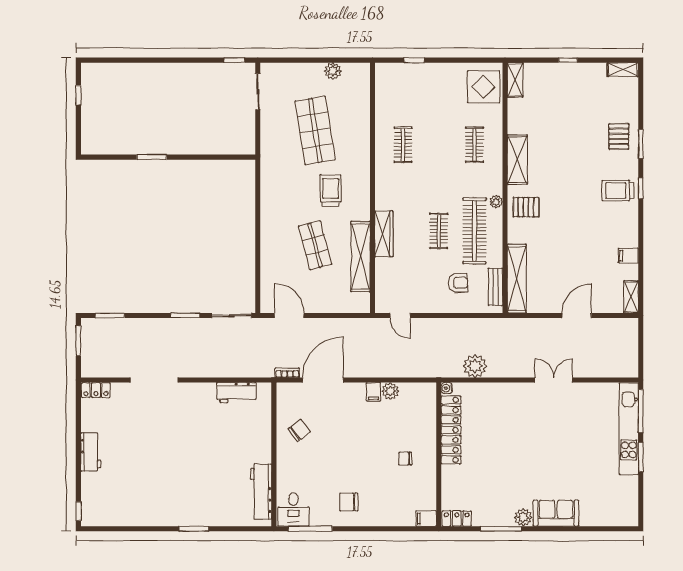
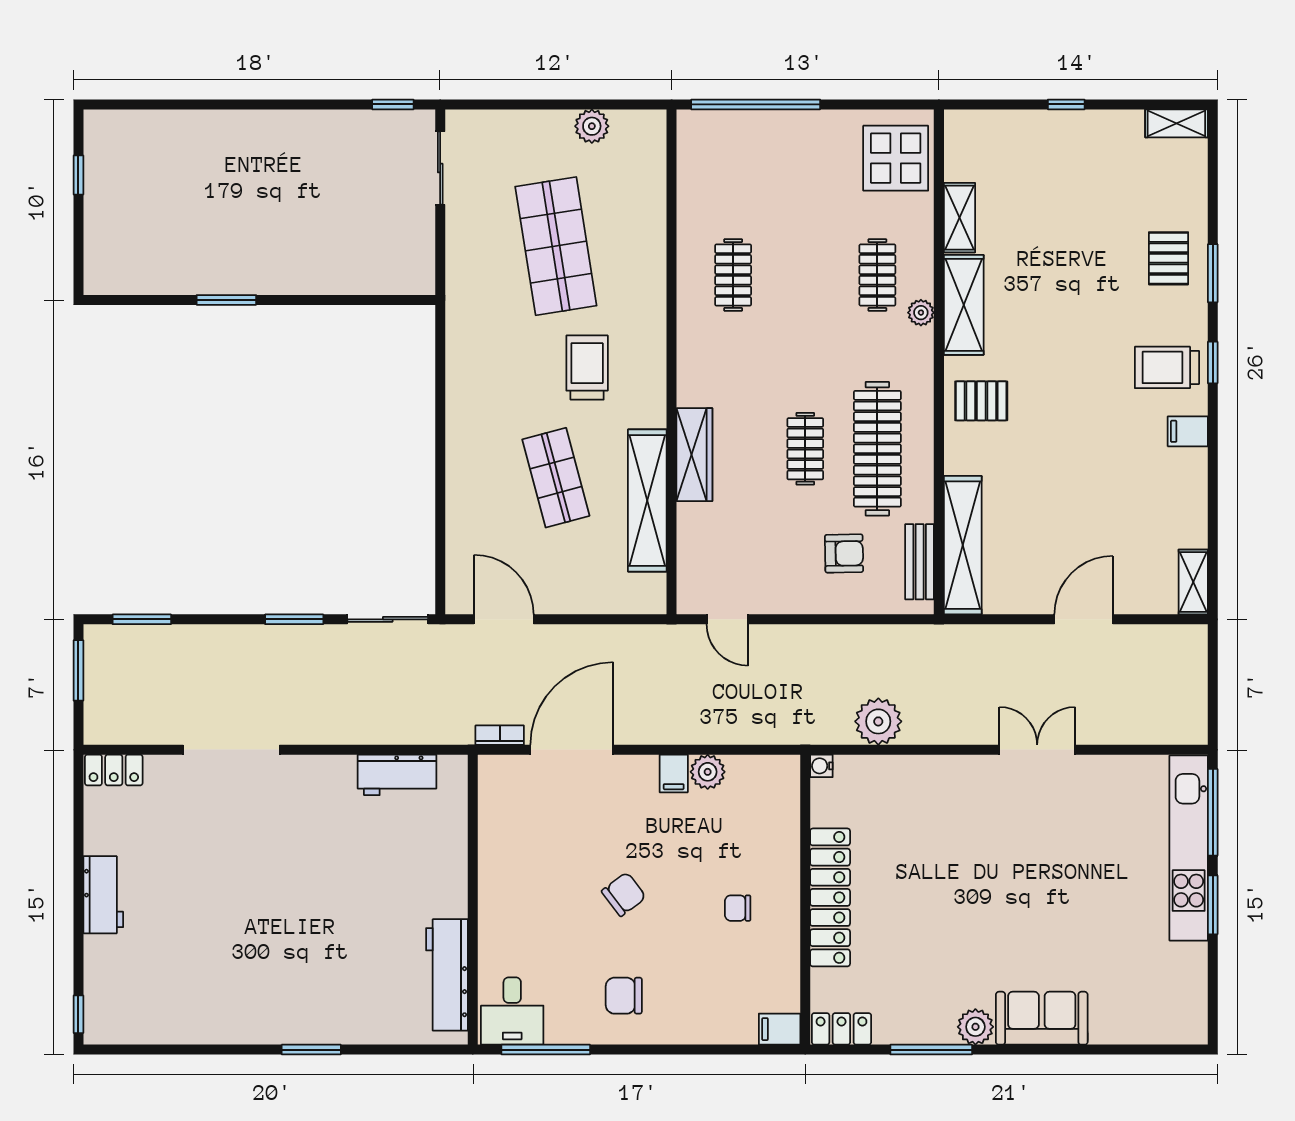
window: (414, 60) -> (756, 104), width x3.17
shelving: (515, 80) -> (959, 218), moved
plant: (496, 202) -> (921, 313), moved
filing cabinet: (628, 256) -> (1188, 431), moved
chair: (299, 430) -> (624, 894), moved
locker: (451, 430) -> (830, 897), moved

